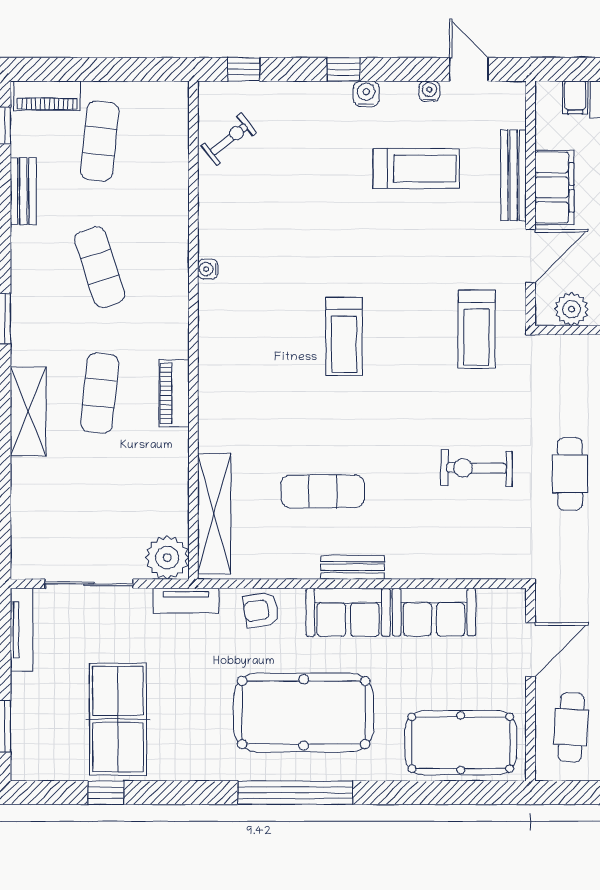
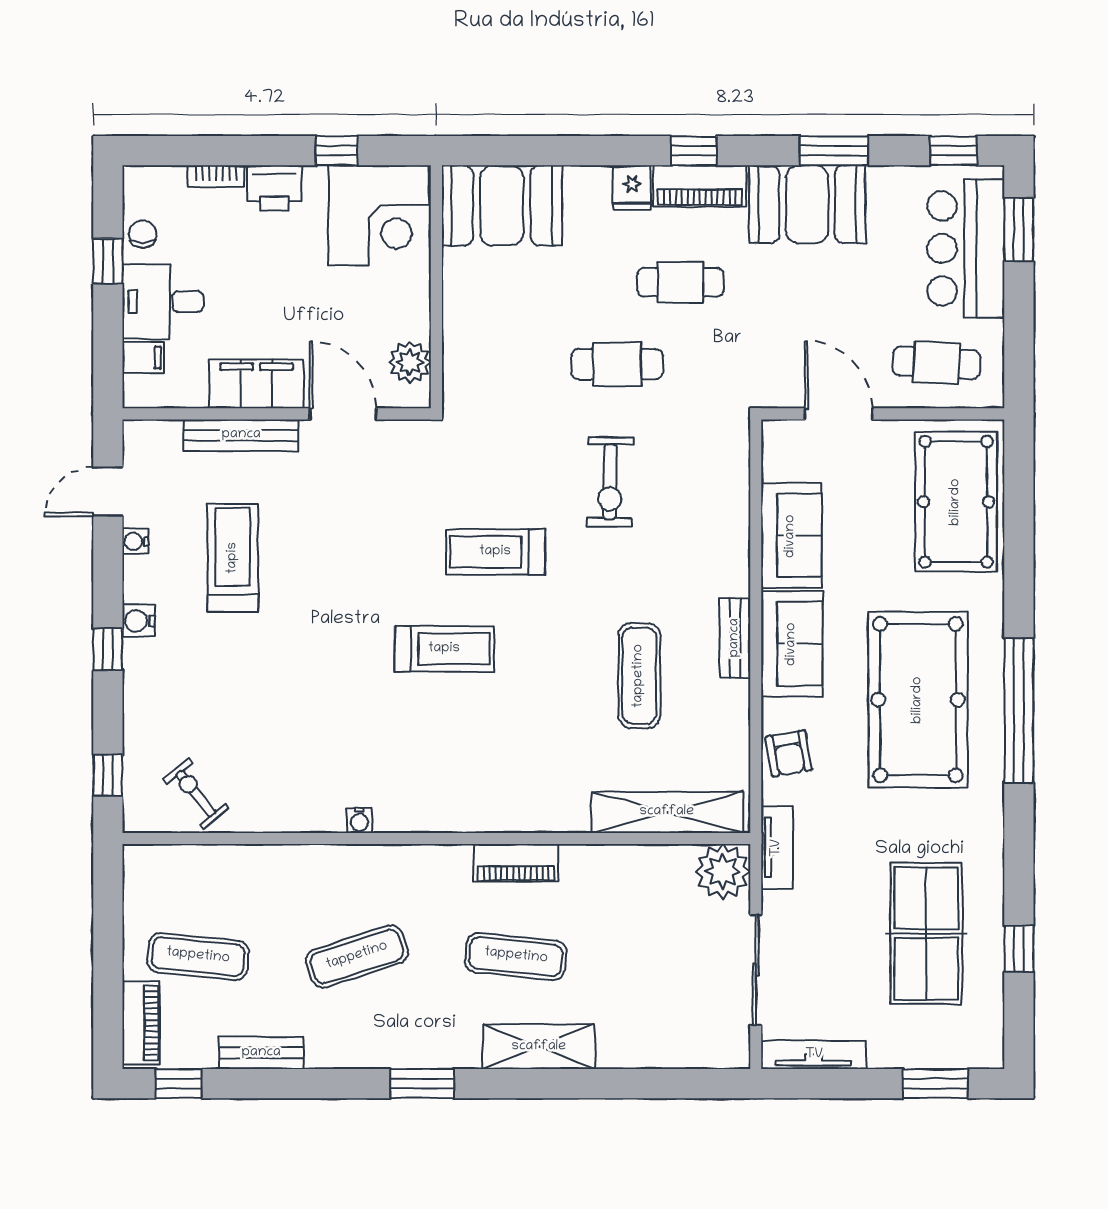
treadmill: (477, 329) -> (495, 552), moved, turned 180
table tennis table: (118, 719) -> (926, 934), turned 90

